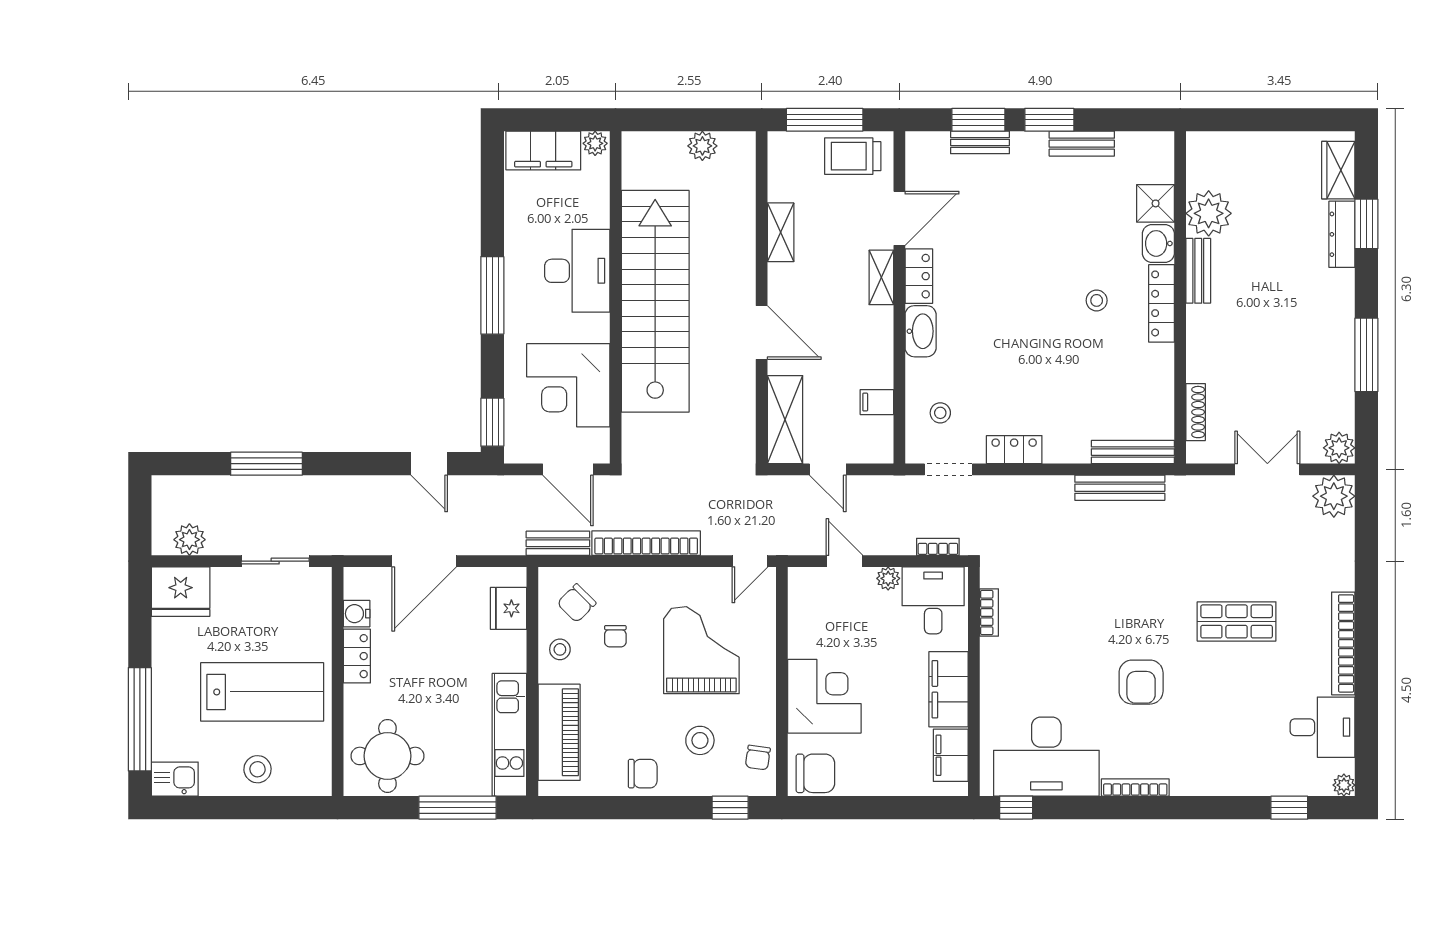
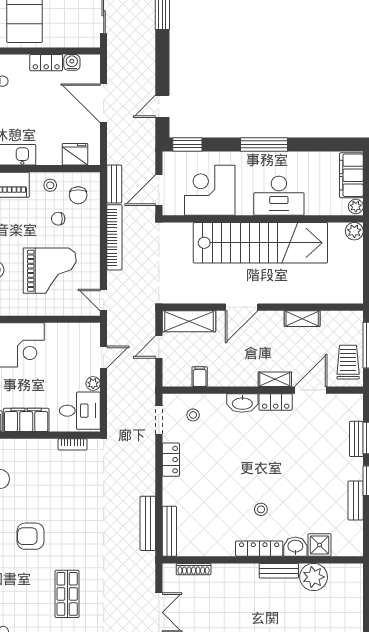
plant: (702, 146) -> (354, 231), moved
door: (899, 218) -> (311, 390), swing flipped
bookcase: (938, 547) -> (112, 414), removed
chair: (577, 603) -> (78, 195), turned -135

